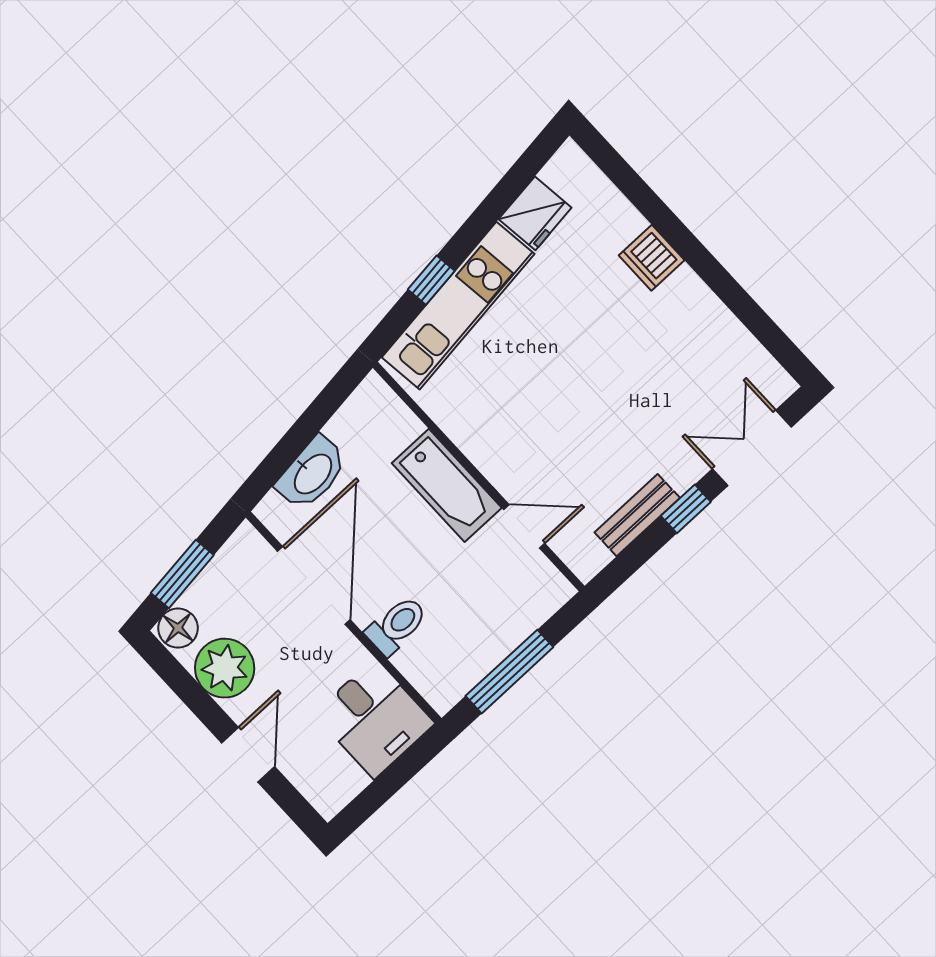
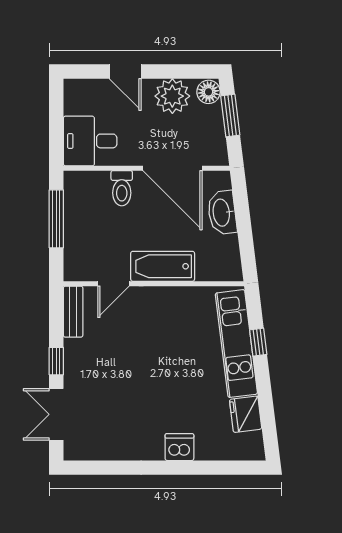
double door: (752, 448) -> (56, 414), swing flipped
bench: (637, 515) -> (73, 312), moved

